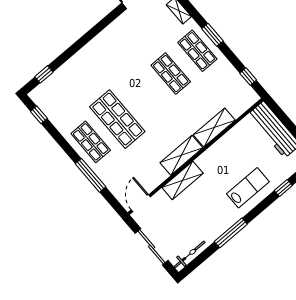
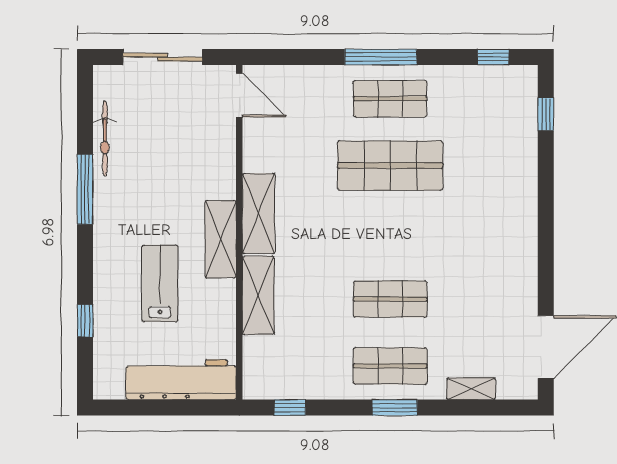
window: (90, 175) -> (381, 57), moved
shelving: (183, 180) -> (221, 239), moved
lab bench: (248, 188) -> (160, 283), moved, turned 180
bicycle: (190, 254) -> (105, 138), moved

